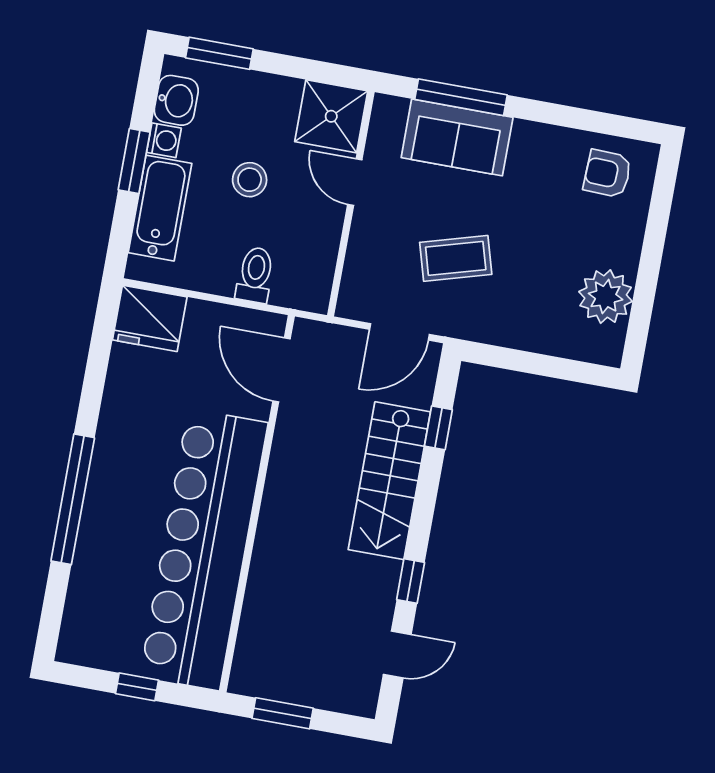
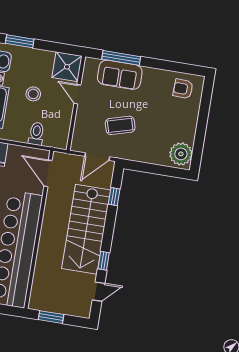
plant: (606, 297) -> (181, 154), moved
stairs: (389, 481) -> (86, 229), width x1.36, depth x1.51

